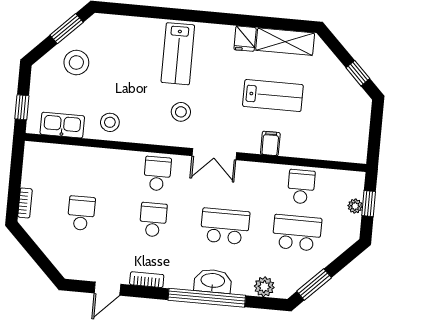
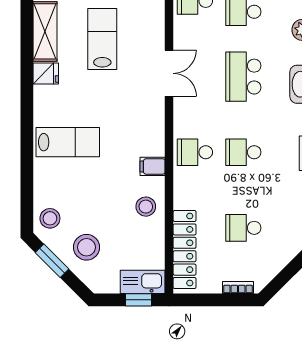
stool: (181, 112) -> (50, 218), moved
kitchen sink: (62, 125) -> (143, 282), moved, turned 90
filing cabinet: (270, 143) -> (153, 166), moved
double door: (214, 154) -> (169, 73), moved
locker: (66, 155) -> (185, 250), added

